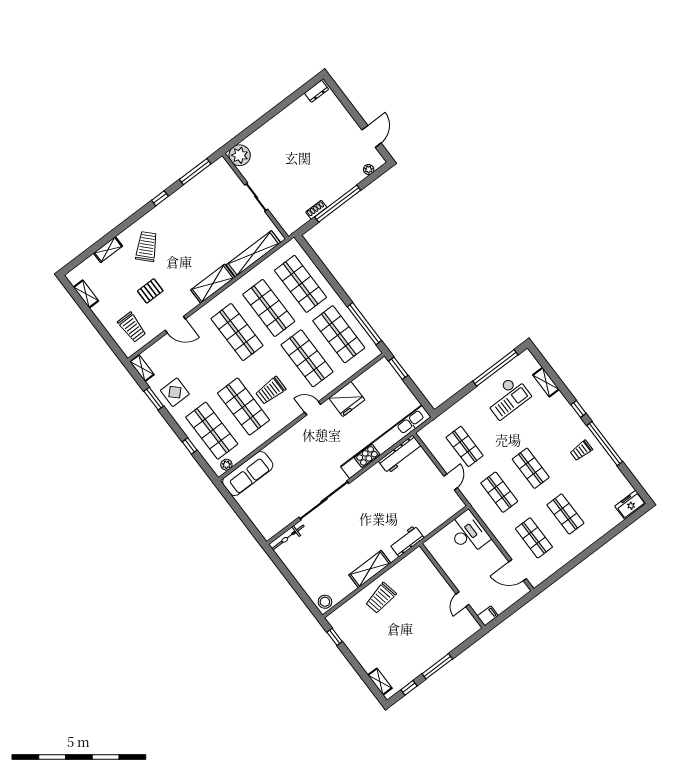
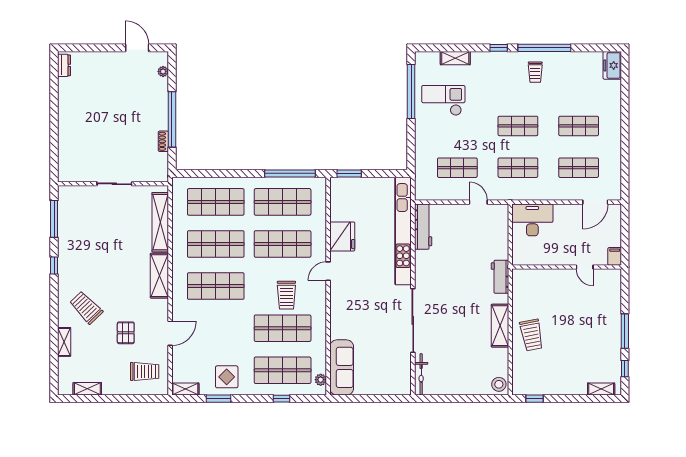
plant: (240, 155) -> (69, 171), removed
checkout: (507, 397) -> (443, 100), turned -90

